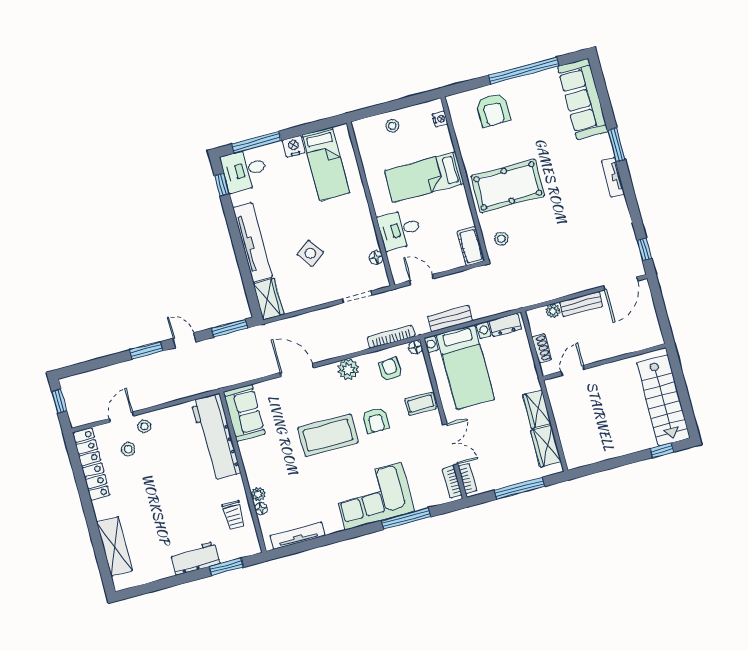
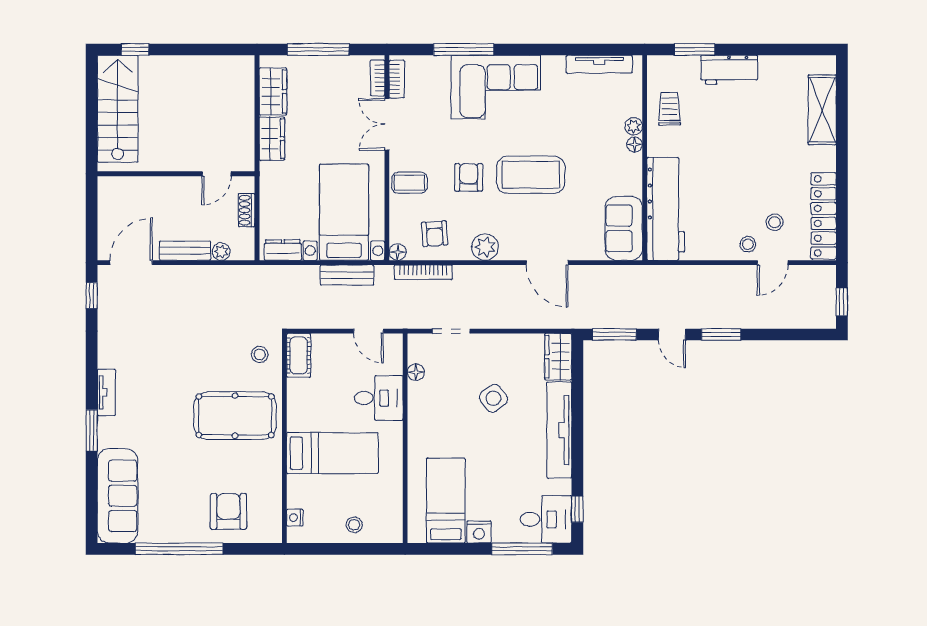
floor lamp: (261, 509) -> (635, 145), moved

